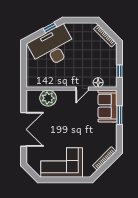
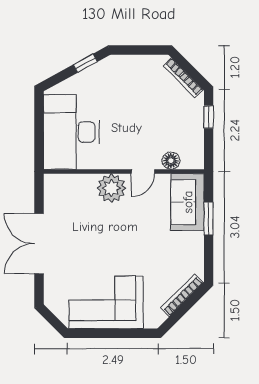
desk: (52, 47) -> (71, 132), moved, turned -61
window: (119, 71) -> (209, 117), moved
plant: (48, 98) -> (111, 188), moved
double door: (24, 129) -> (39, 244), swing flipped

